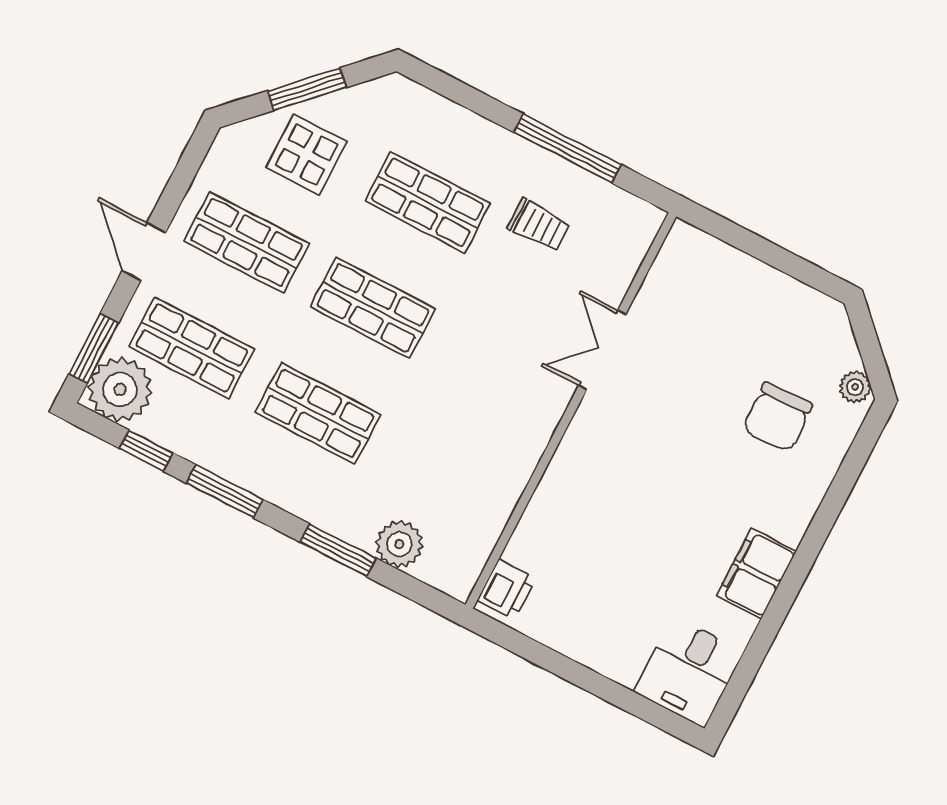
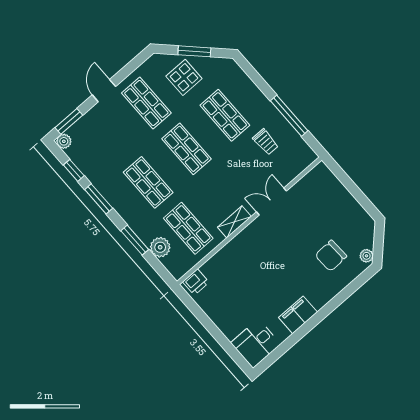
shop shelf: (192, 348) -> (188, 228), moved
plant: (120, 389) -> (64, 141), width x0.53, depth x0.53
shelving: (539, 426) -> (234, 222), added

